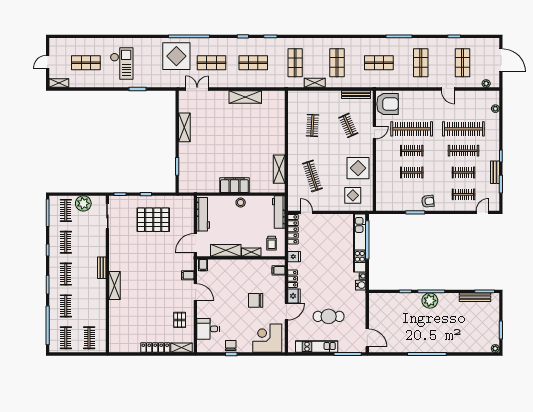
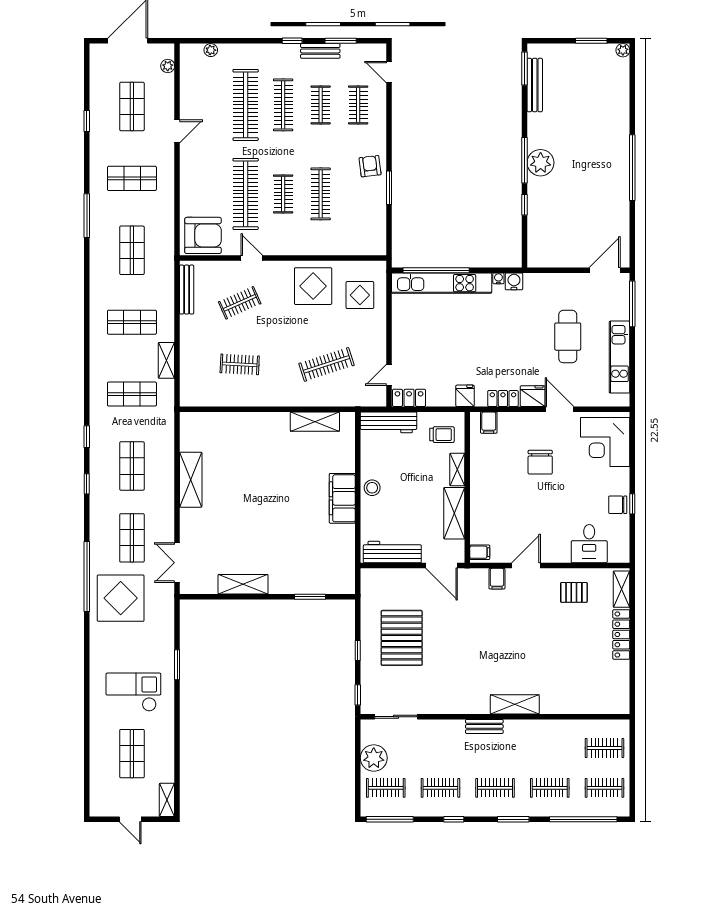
shop shelf: (463, 63) -> (132, 106), turned 90
armchair: (387, 104) -> (203, 235), turned 90
clothes rail: (412, 173) -> (321, 194), width x1.36
locker: (293, 229) -> (409, 398), width x0.66

